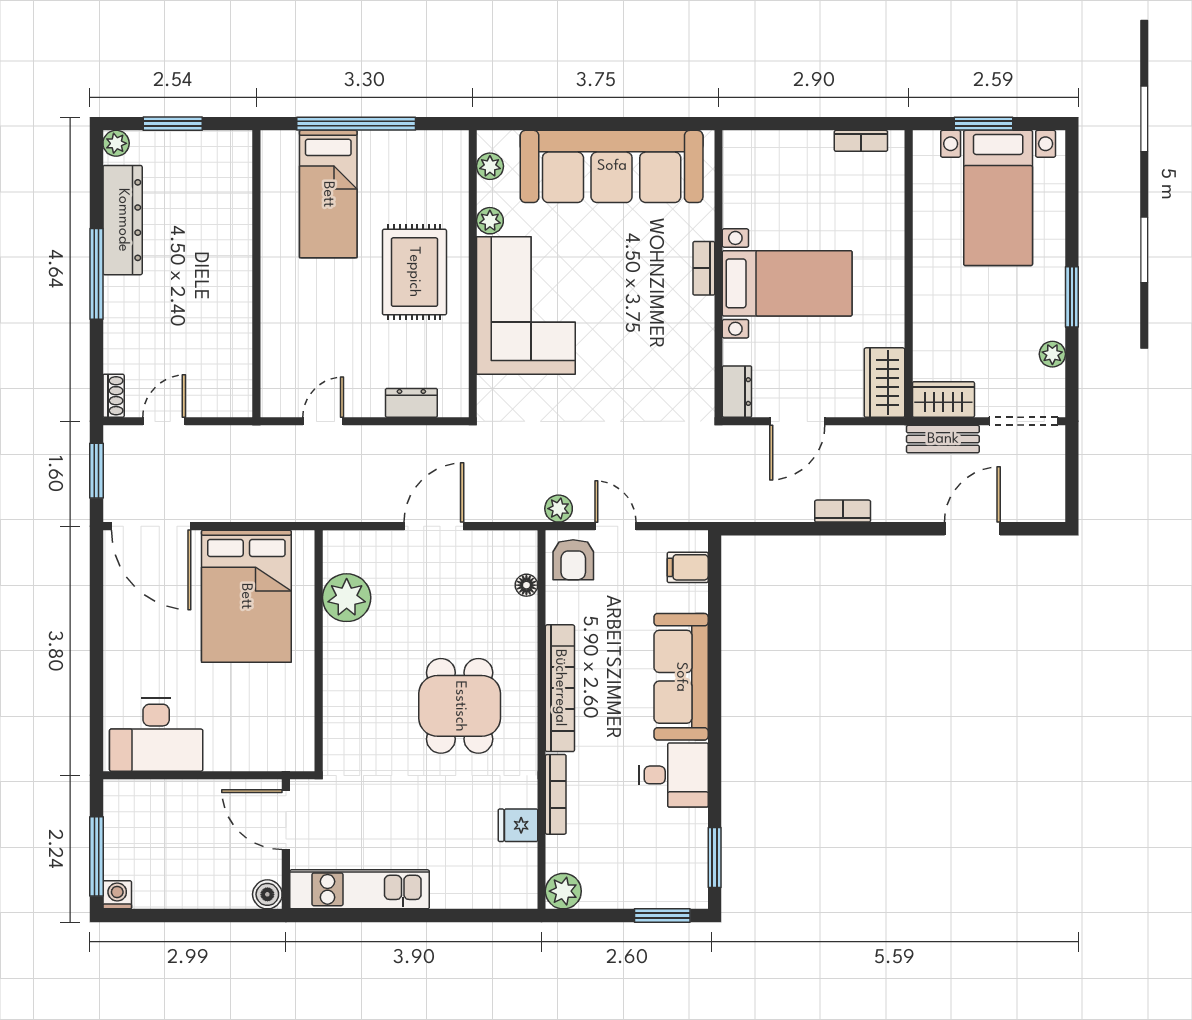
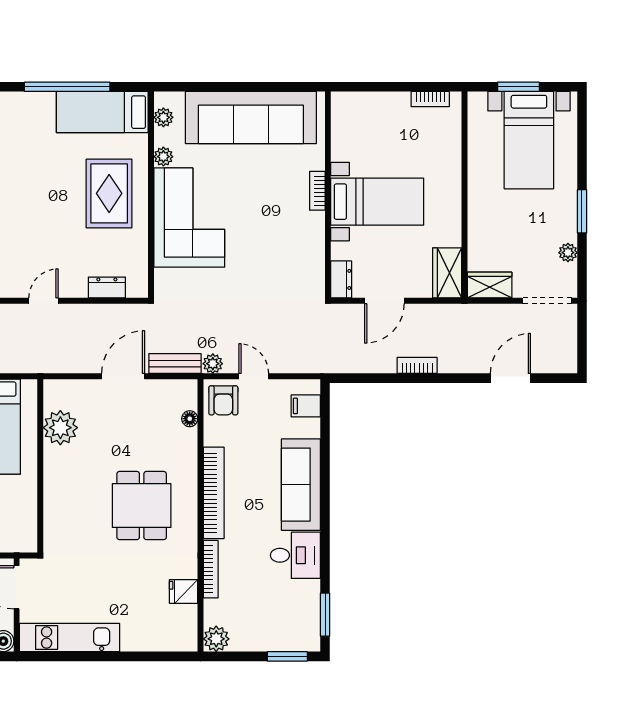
bed: (328, 194) -> (102, 112), moved, turned 90
bench: (943, 439) -> (175, 363), moved

